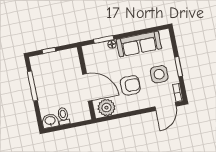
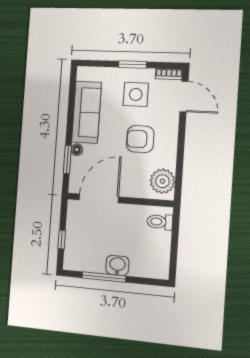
armchair: (130, 85) -> (140, 139), turned -90
door: (87, 87) -> (99, 198), moved
toilet: (63, 116) -> (160, 222), moved
washbasin: (50, 121) -> (117, 265), moved, turned 90

